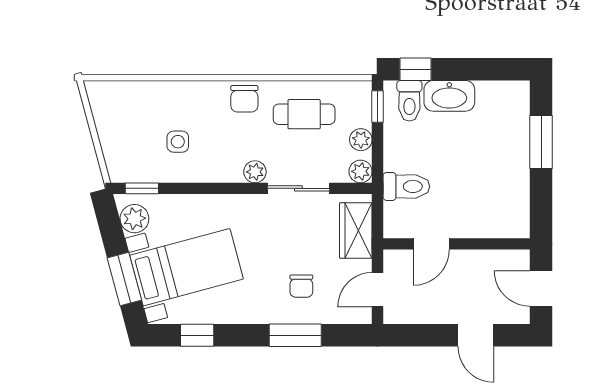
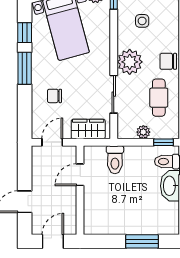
plant: (361, 171) -> (124, 132), removed
plant: (255, 172) -> (130, 62), width x1.87, depth x1.87
door: (431, 244) -> (80, 175), hinge flipped
door: (378, 290) -> (52, 142), hinge flipped
window: (295, 335) -> (25, 68), moved

